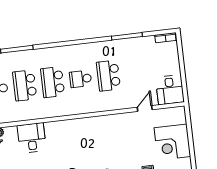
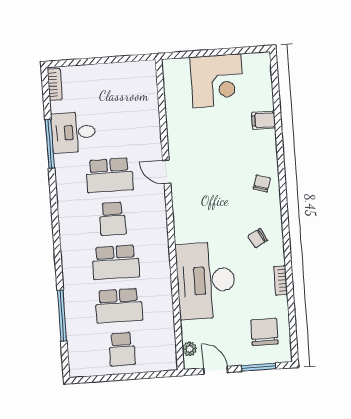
desk: (170, 90) -> (73, 132), moved, turned 180
door: (145, 109) -> (167, 172), moved
desk: (32, 138) -> (206, 281), width x1.87, depth x1.30

